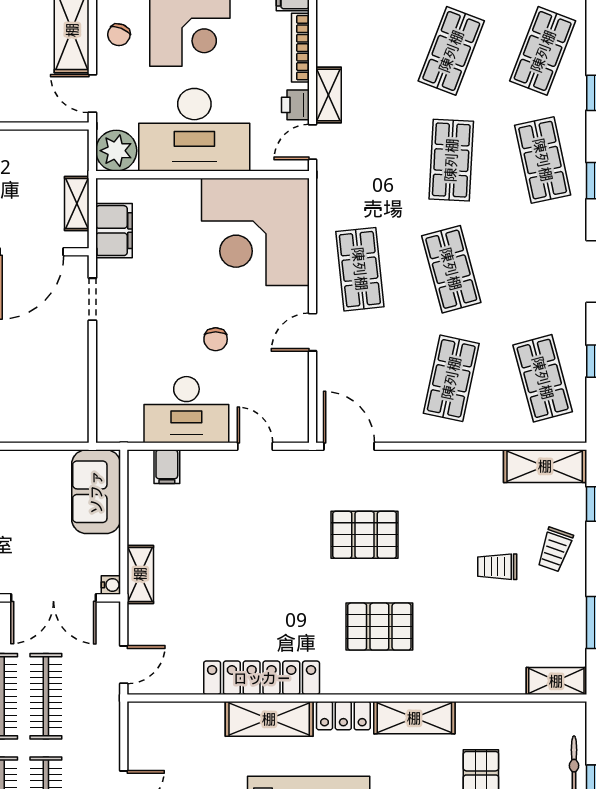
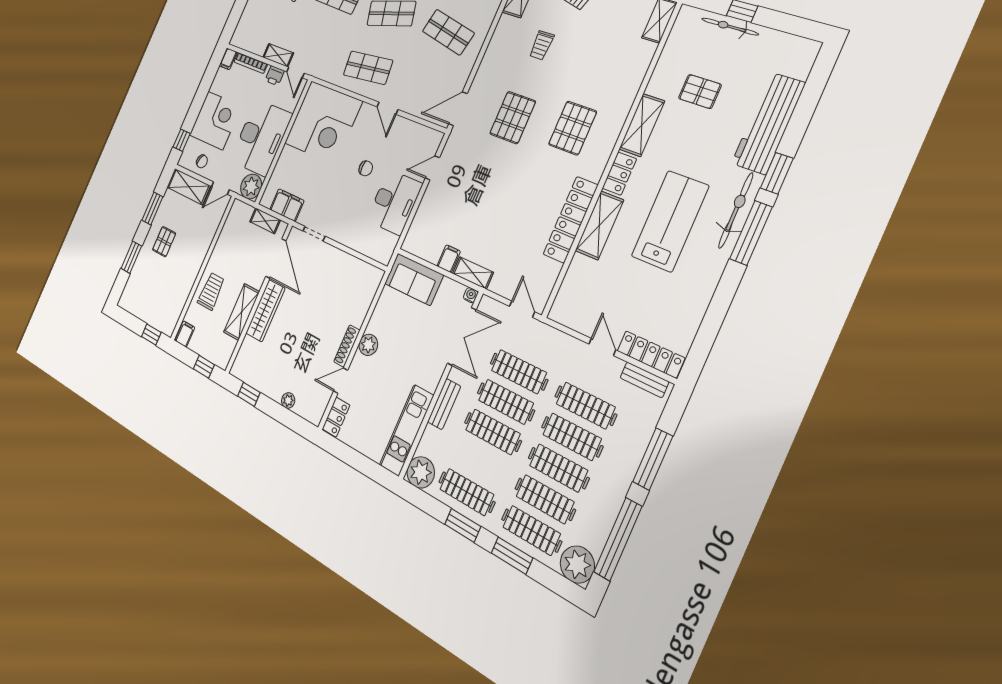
filing cabinet: (167, 467) -> (449, 259), moved, turned -90
trolley: (497, 567) -> (542, 45), moved

